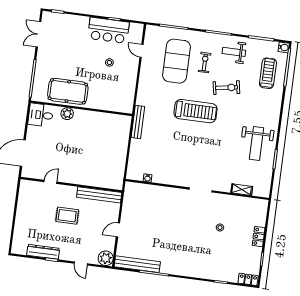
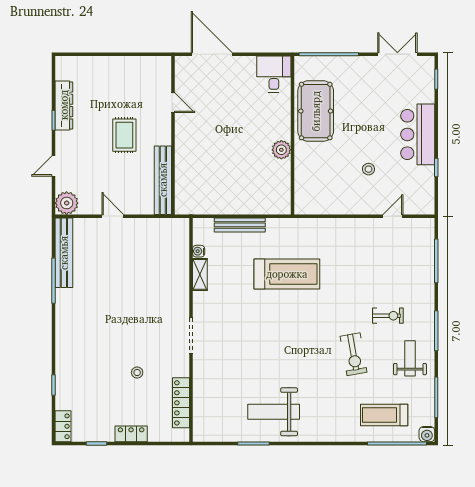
bar counter: (108, 30) -> (418, 134), moved
exercise mat: (176, 61) -> (384, 272), removed
treadmill: (268, 73) -> (384, 415), turned 180
treadmill: (196, 111) -> (287, 274), moved, turned -90
plant: (67, 114) -> (281, 150), moved
bench: (138, 122) -> (240, 225), moved
shelving: (242, 190) -> (200, 274), moved
locker: (243, 202) -> (181, 403), added

